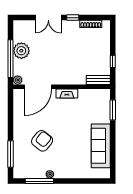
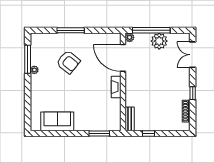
double door: (48, 18) -> (193, 55), moved
sofa: (101, 146) -> (57, 121), width x0.73
window: (11, 154) -> (71, 30), moved

